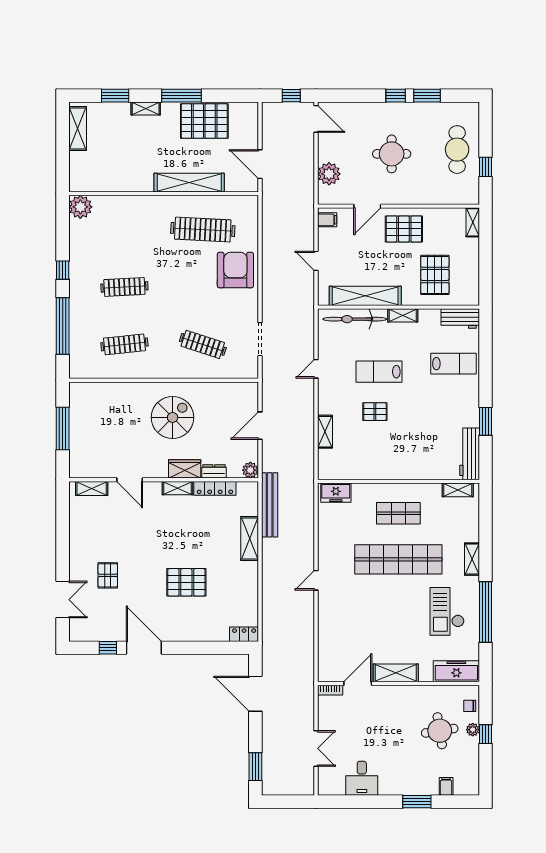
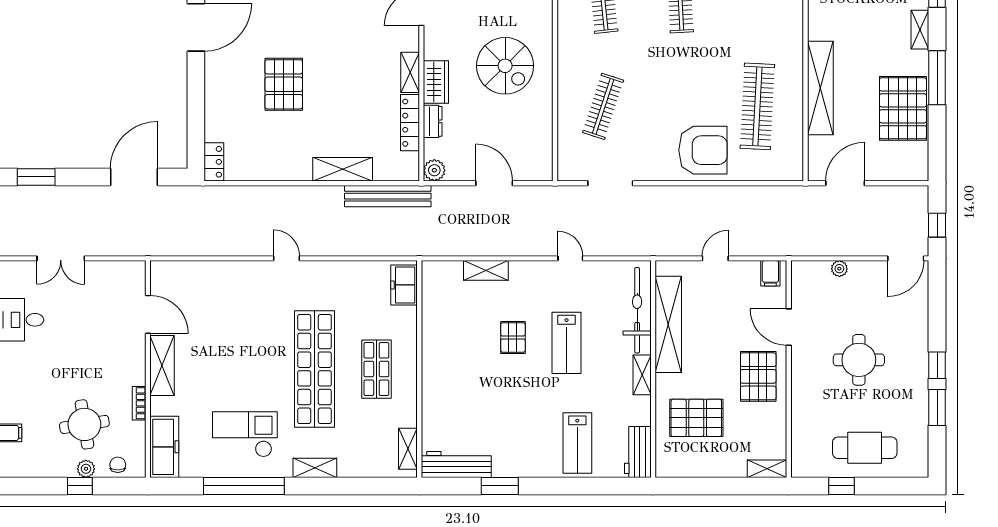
plant: (329, 174) -> (839, 269), width x0.53, depth x0.53
lab bench: (379, 372) -> (567, 343), turned 180
bookcase: (330, 690) -> (139, 403), moved

